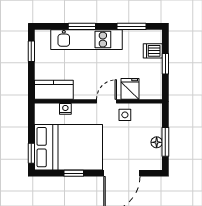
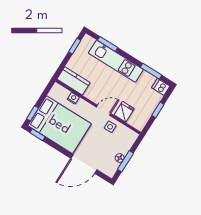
window: (82, 26) -> (108, 44), moved
dishwasher: (153, 51) -> (161, 87), moved
window: (74, 173) -> (37, 135), moved

